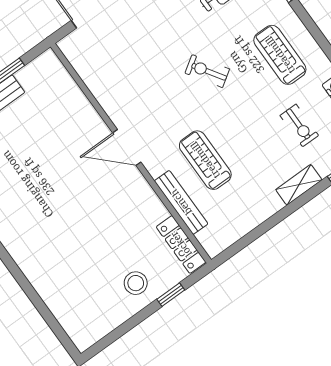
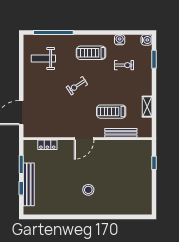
shelving: (299, 185) -> (147, 107), moved
locker: (181, 244) -> (47, 145), moved, width x0.66
stool: (136, 283) -> (88, 190), moved

